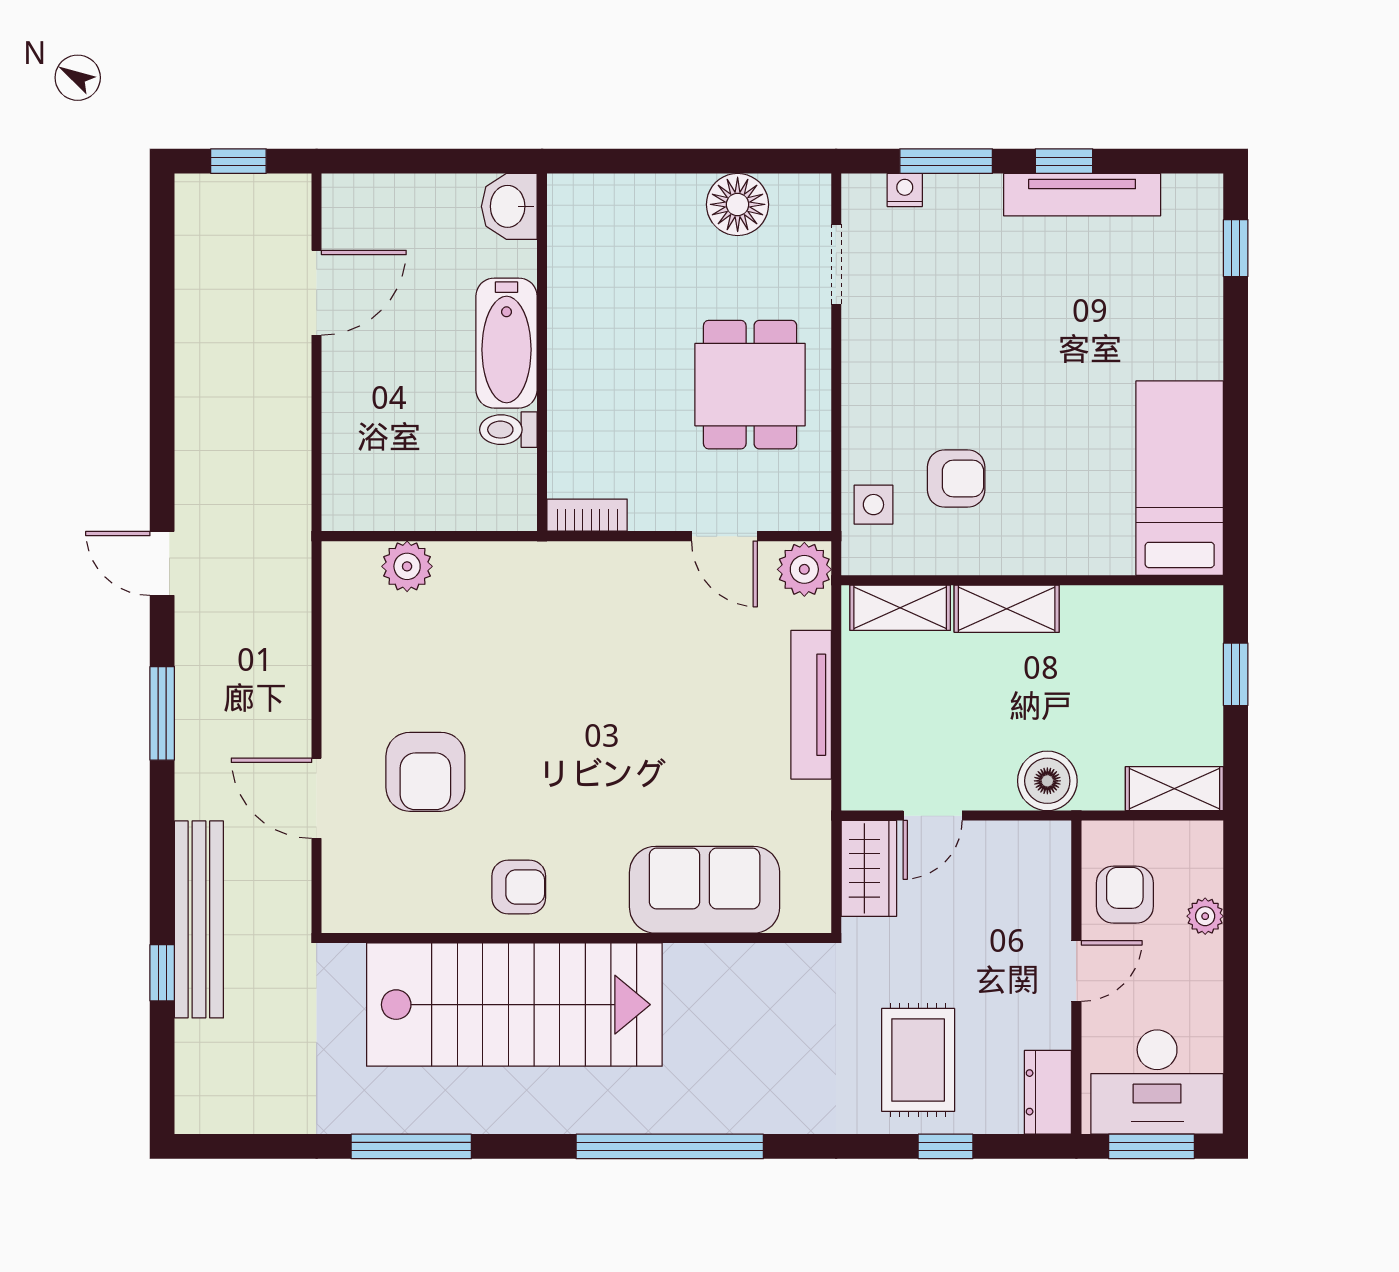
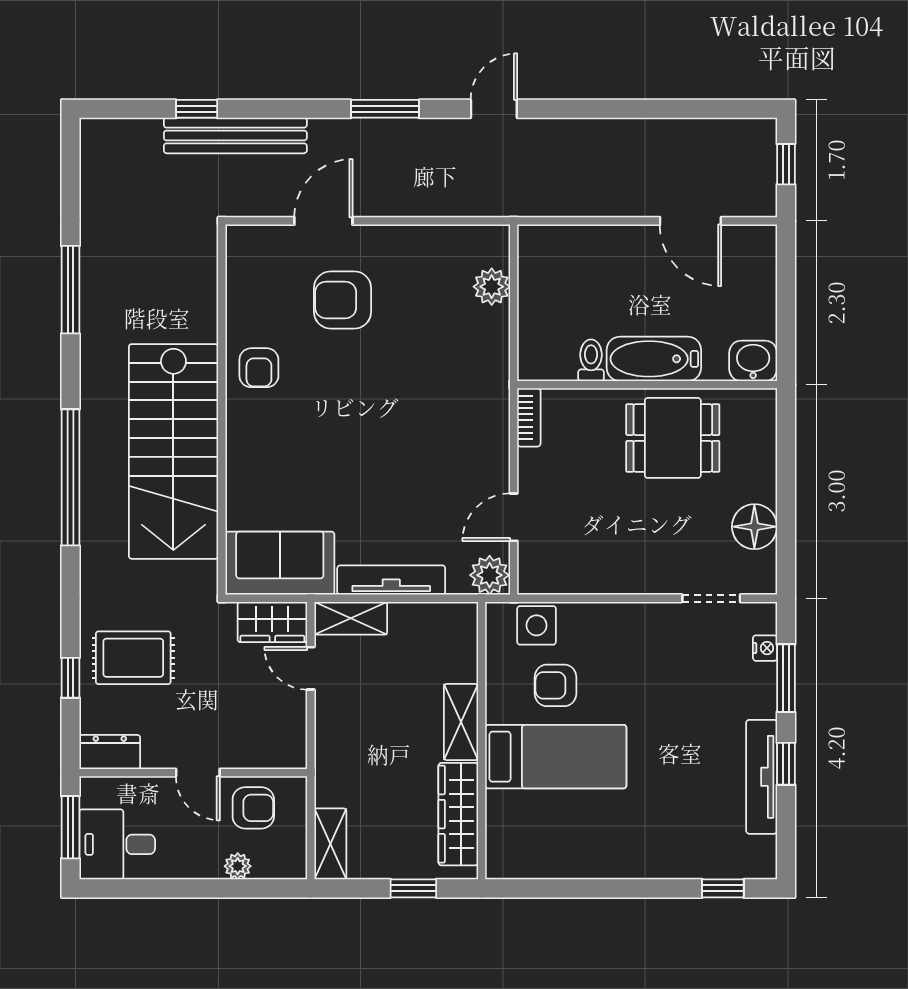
dining table: (750, 385) -> (673, 438), moved
bed: (1180, 478) -> (556, 757), moved
armchair: (956, 479) -> (555, 685), turned 90
side table: (873, 505) -> (537, 625), width x1.37, depth x1.37
shelving: (900, 608) -> (351, 618), moved, turned 90
wardrobe: (1133, 612) -> (458, 814), added
boiler: (1047, 781) -> (336, 752), removed
sofa: (705, 890) -> (280, 563), moved, turned -90
stairs: (514, 1005) -> (173, 451), moved
desk: (1157, 1082) -> (117, 844), width x0.73

